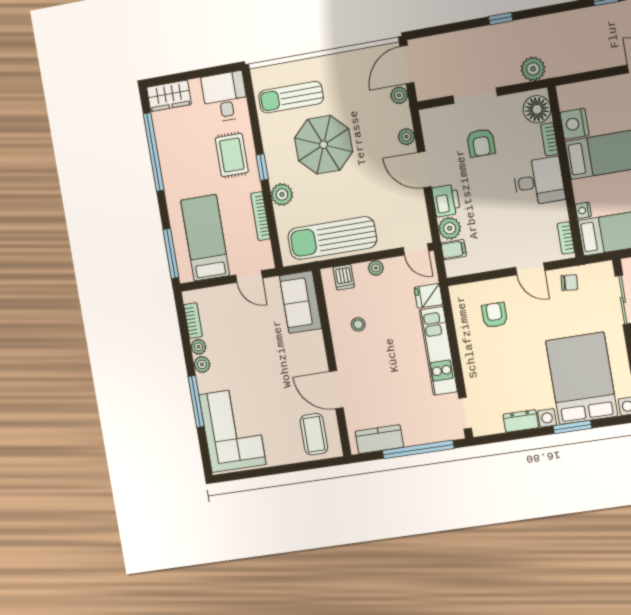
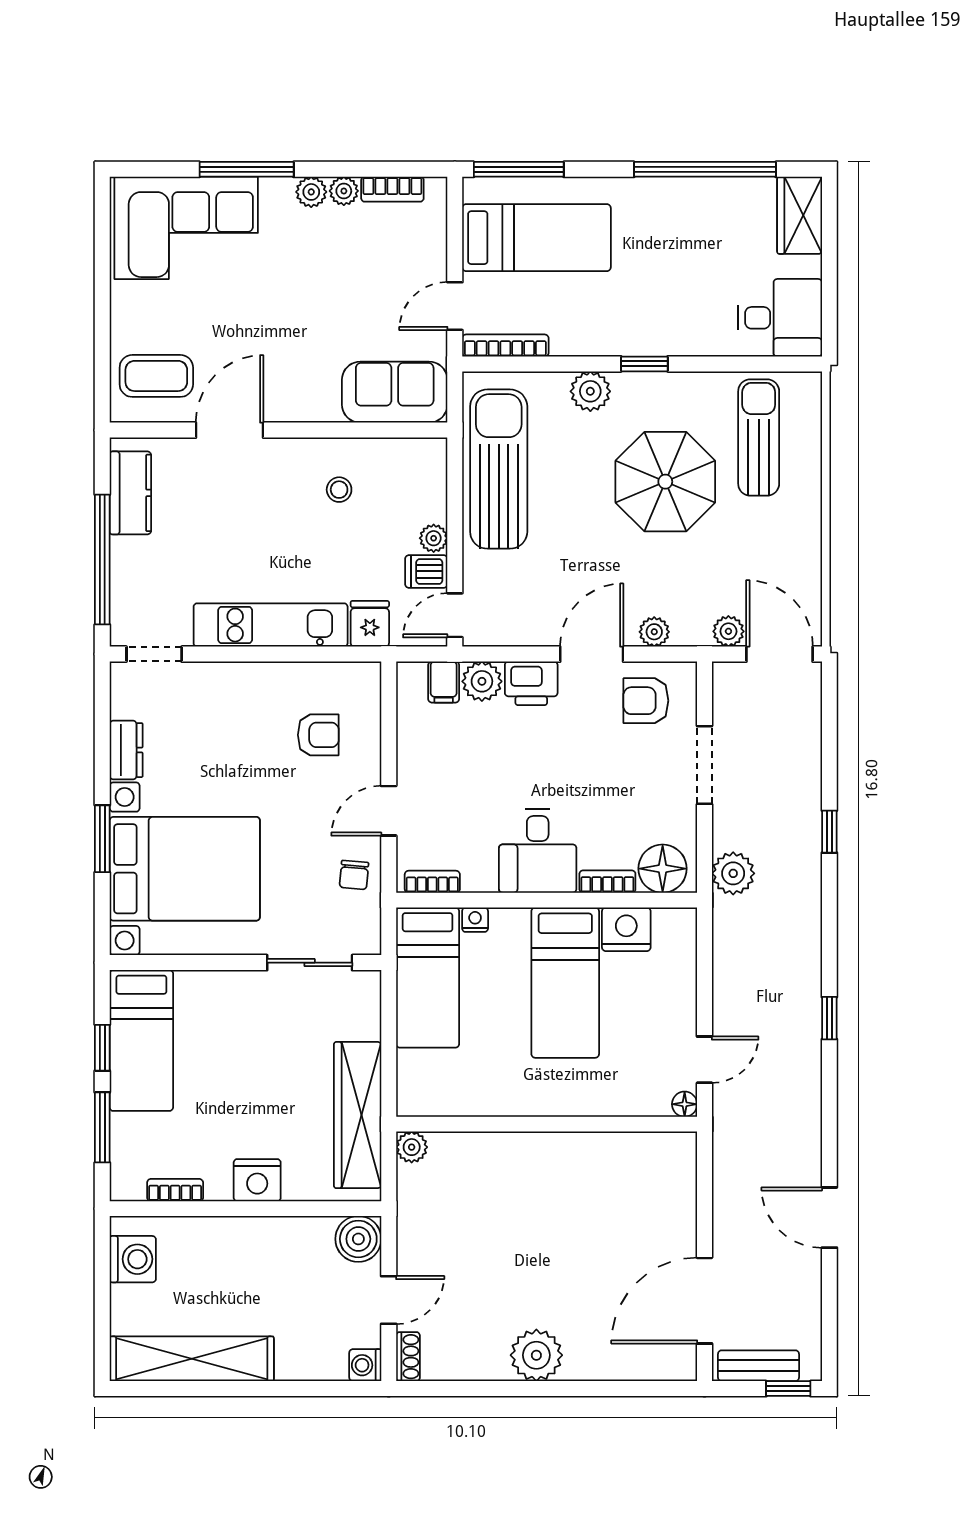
armchair: (481, 143) -> (646, 701), moved
rug: (232, 155) -> (675, 312), removed
bookcase: (260, 216) -> (505, 346), moved
dishwasher: (344, 277) -> (426, 571), moved

